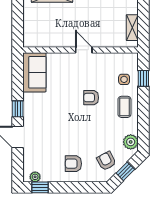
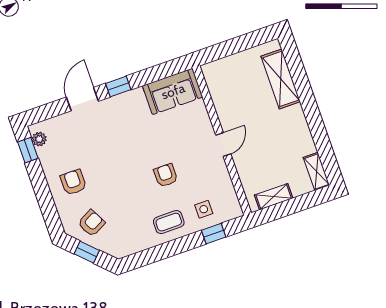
plant: (131, 142) -> (127, 246), removed

